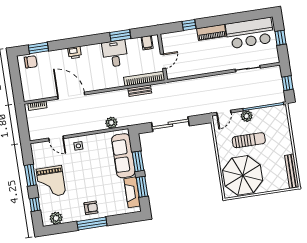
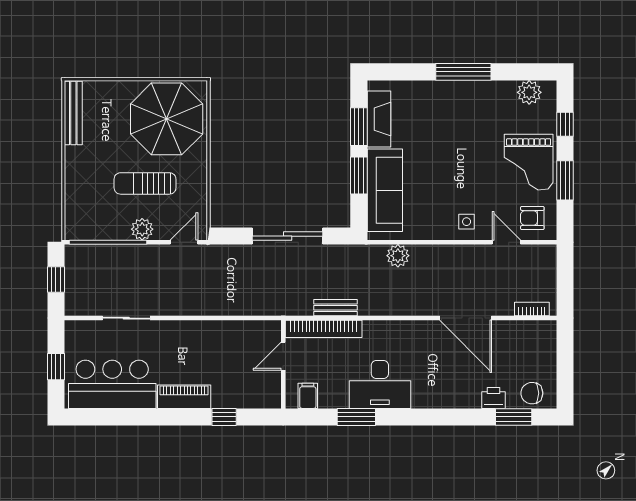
printer: (75, 53) -> (494, 398), moved
desk: (115, 54) -> (380, 384), width x1.37
grand piano: (51, 182) -> (529, 162), turned 180
armchair: (91, 208) -> (532, 218), moved

